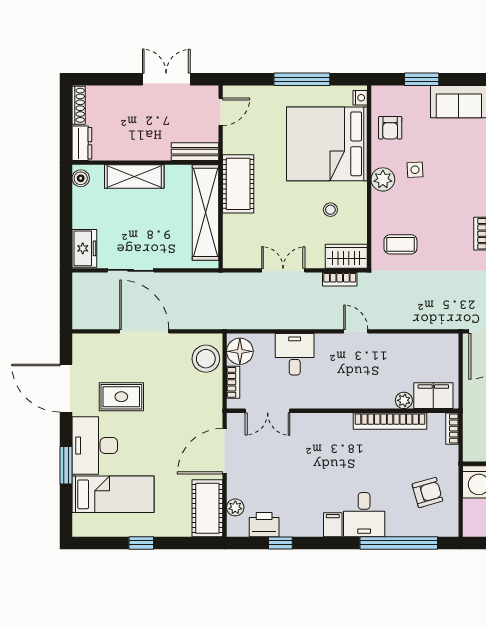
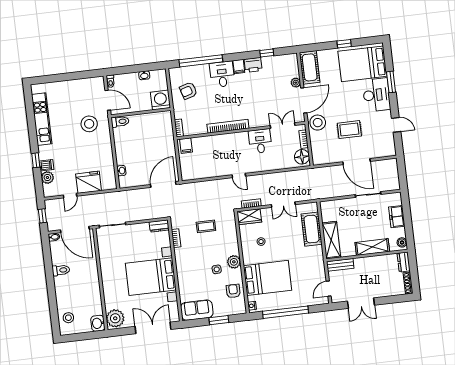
window: (302, 79) -> (286, 312), width x1.46
bed: (327, 144) -> (267, 278), width x0.73
cot: (238, 184) -> (312, 229), moved
shelving: (206, 212) -> (331, 240), width x0.68
coffee table: (400, 244) -> (206, 226), moved
freezer: (84, 248) -> (397, 217), moved
desk: (295, 354) -> (260, 141), moved, turned 180
stool: (206, 359) -> (318, 123), moved
door: (66, 388) -> (396, 125), width x0.53
filing cabinet: (433, 396) -> (186, 146), width x0.50
rug: (121, 397) -> (349, 130), moved
plant: (404, 400) -> (208, 140), removed
bookcase: (390, 421) -> (228, 126), moved
bed: (113, 494) -> (362, 64), width x1.50
plant: (235, 507) -> (296, 83), moved
printer: (264, 525) -> (253, 65), moved

